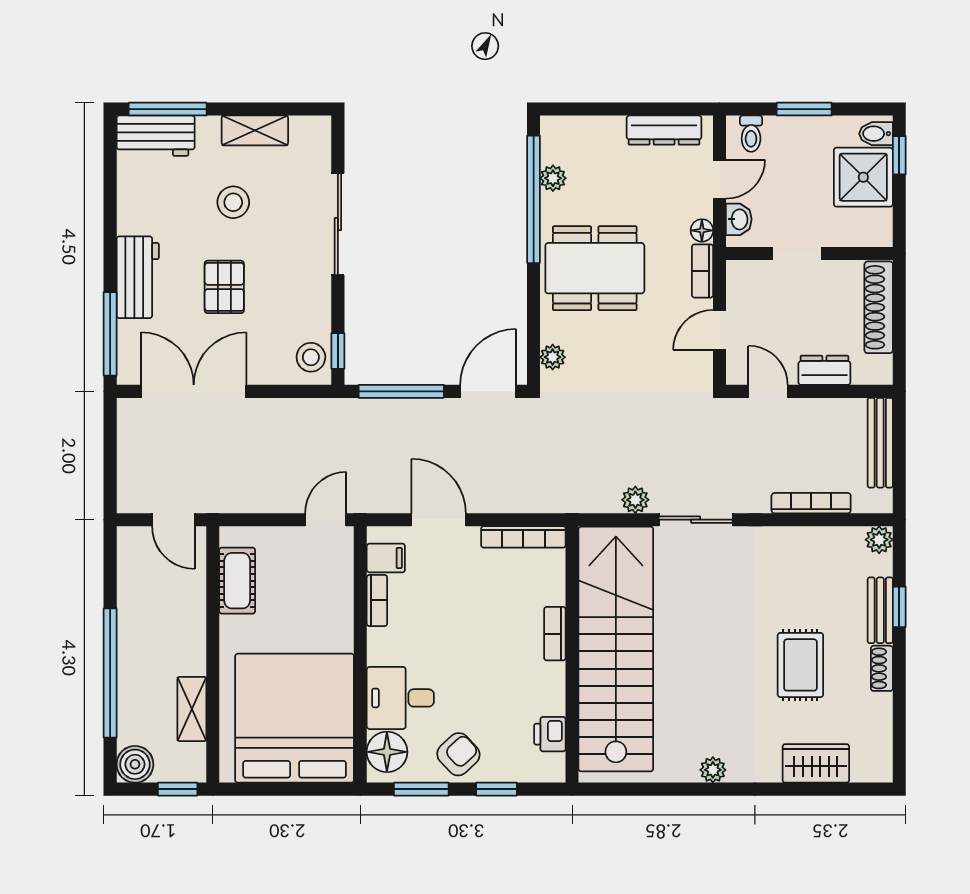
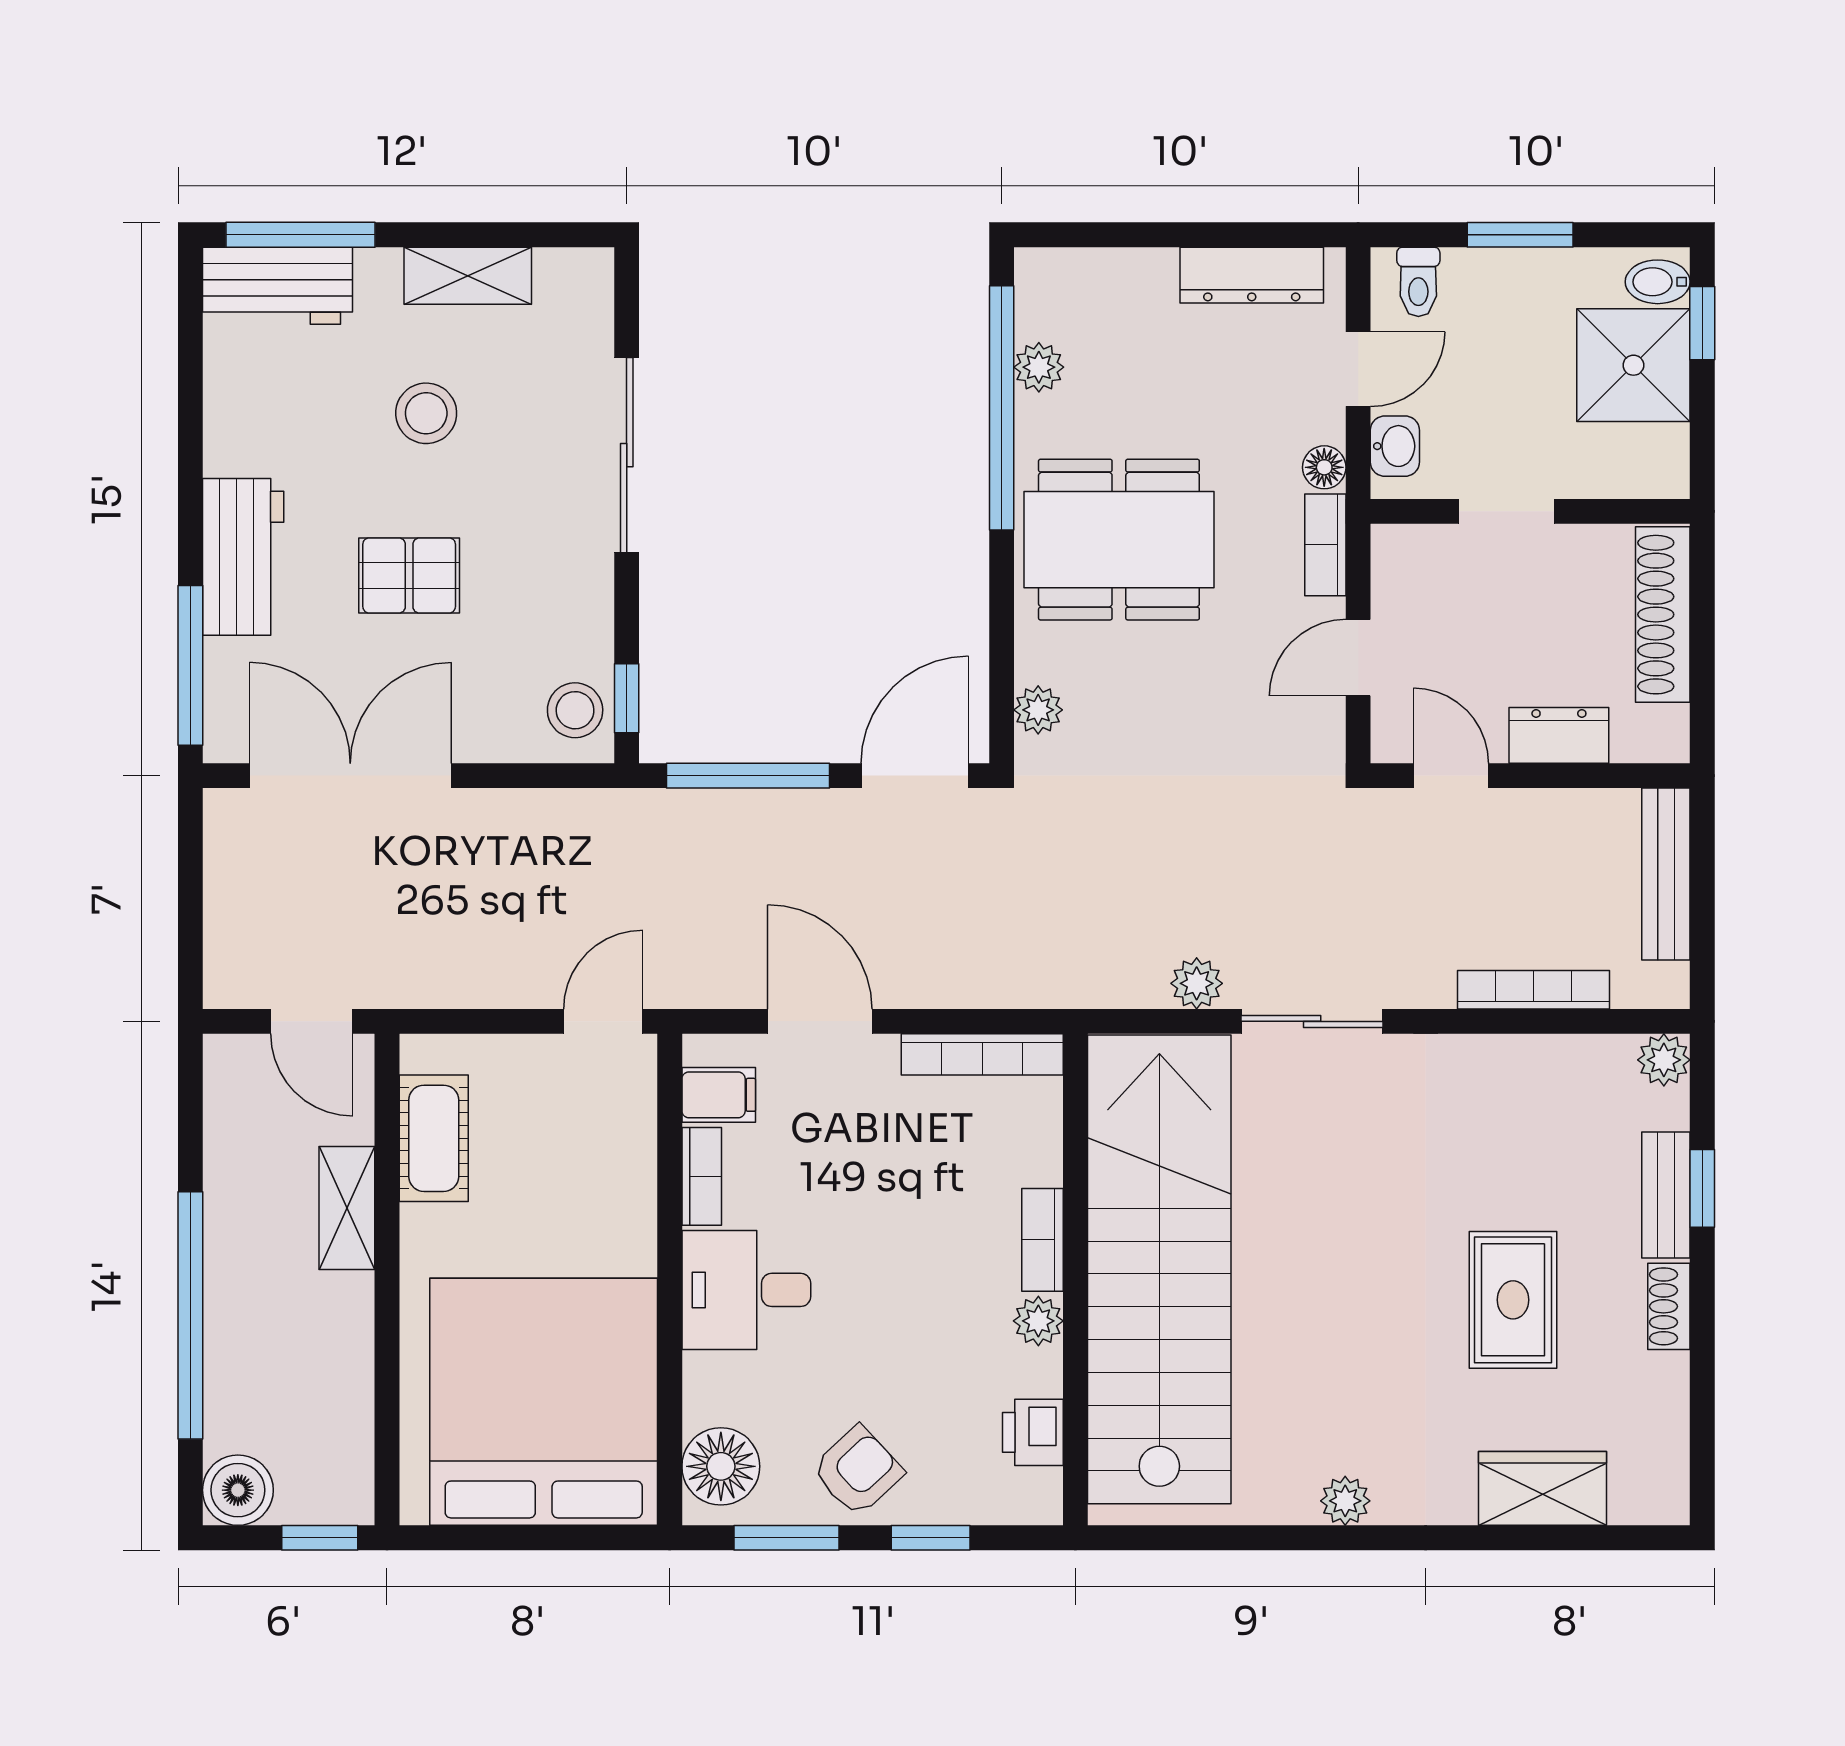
pallet: (224, 287) -> (409, 575), turned 90
plant: (553, 676) -> (1038, 1321), added
desk: (400, 698) -> (746, 1290), moved
shelving: (192, 709) -> (347, 1208), moved

